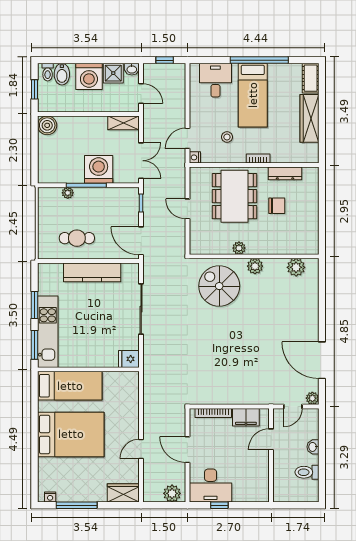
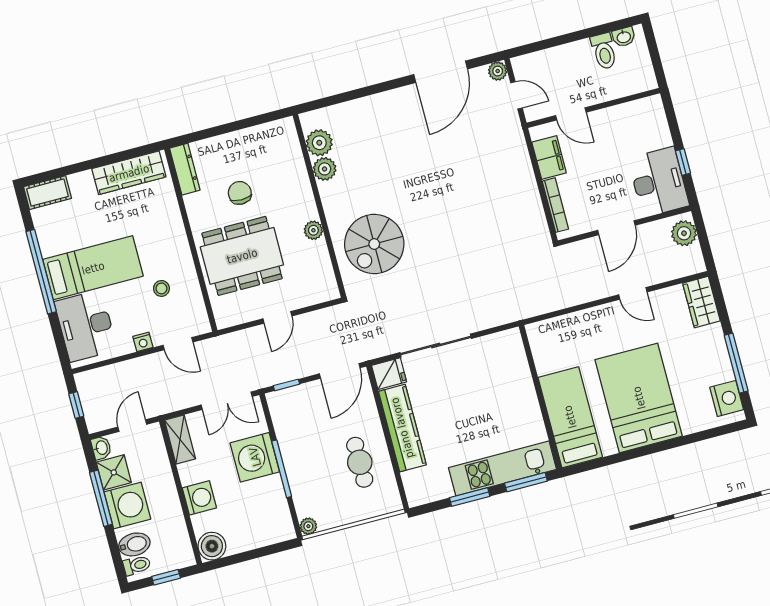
window: (98, 60) -> (101, 498), added
desk: (215, 80) -> (86, 326), width x1.37
wardrobe: (309, 118) -> (129, 173), moved
washing machine: (81, 125) -> (199, 498), added
nightstand: (195, 157) -> (143, 342), moved
bookcase: (258, 159) -> (180, 237), removed
double door: (141, 161) -> (227, 401), swing flipped
dresser: (285, 173) -> (185, 169), moved
plant: (68, 193) -> (308, 526), moved
plant: (255, 266) -> (325, 169), moved
fridge: (129, 359) -> (389, 374), moved, turned -90
washbasin: (313, 447) -> (624, 37), moved
nightstand: (50, 497) -> (727, 398), width x1.89, depth x1.79

